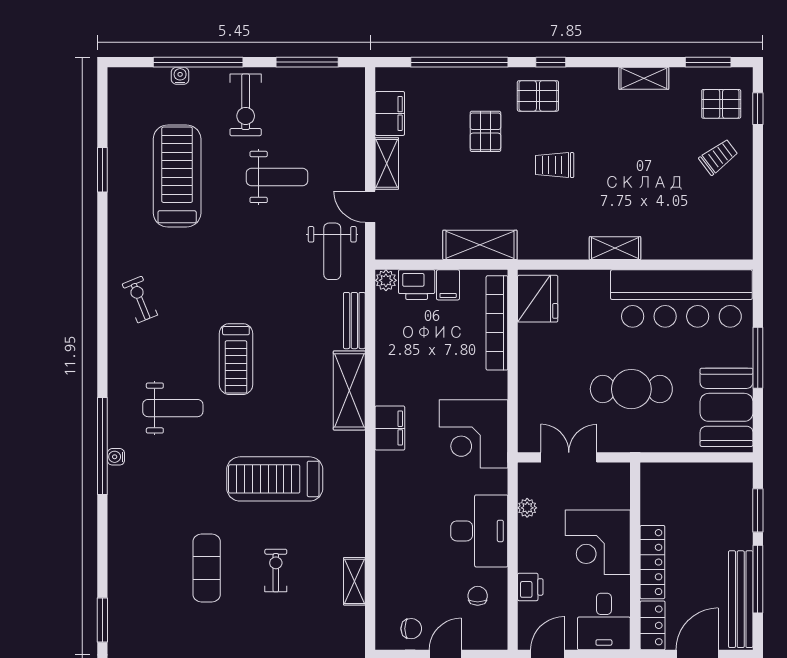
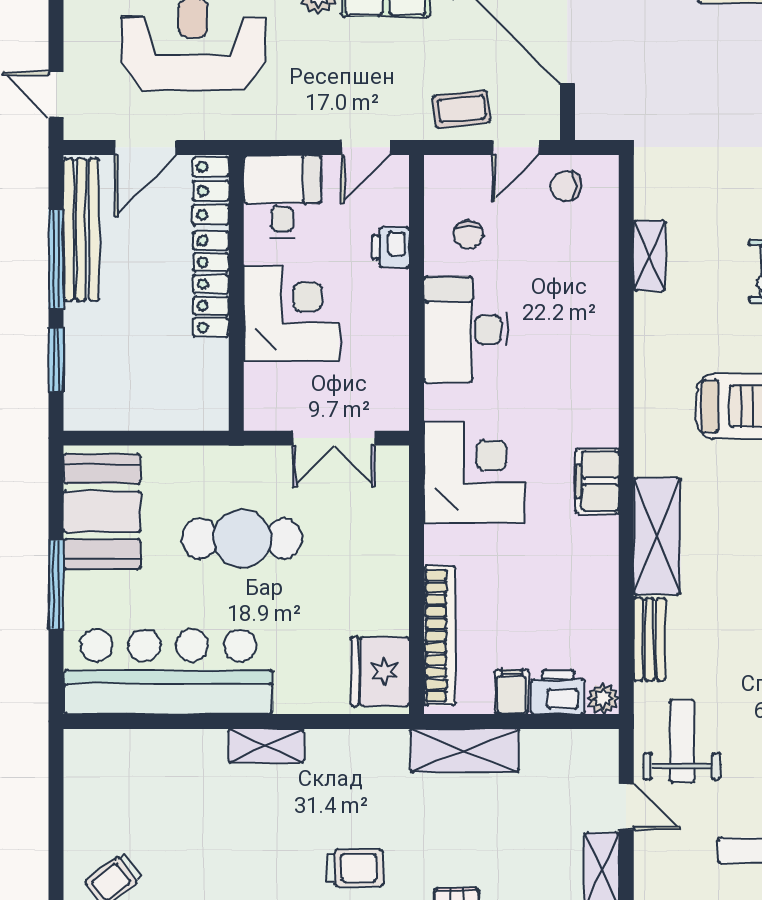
plant: (527, 508) -> (395, 364), removed

